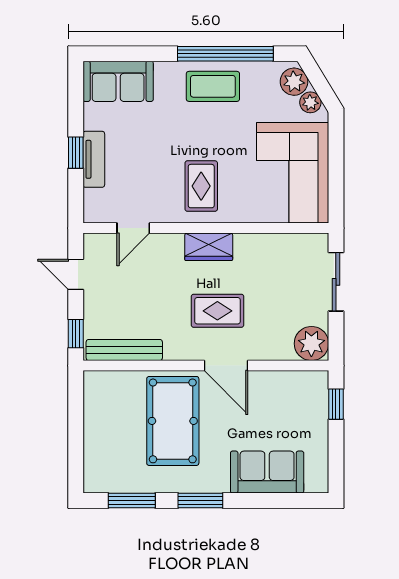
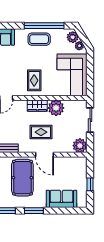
plant: (254, 252) -> (56, 108), added
window: (336, 404) -> (90, 184), moved

